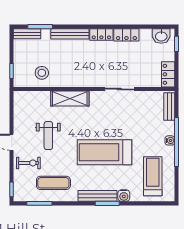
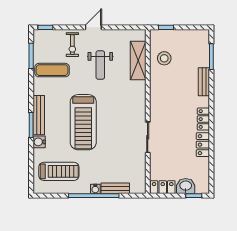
bench: (27, 34) -> (204, 43), removed
bench: (70, 34) -> (204, 82), width x0.73
washbasin: (161, 36) -> (186, 186), moved, turned 90
shelving: (70, 99) -> (138, 61), moved
bench: (169, 107) -> (115, 188), moved
weight bench: (48, 136) -> (100, 65), turned -90
treadmill: (104, 152) -> (83, 122), turned 180
exercise mat: (53, 183) -> (52, 70), turned 90

